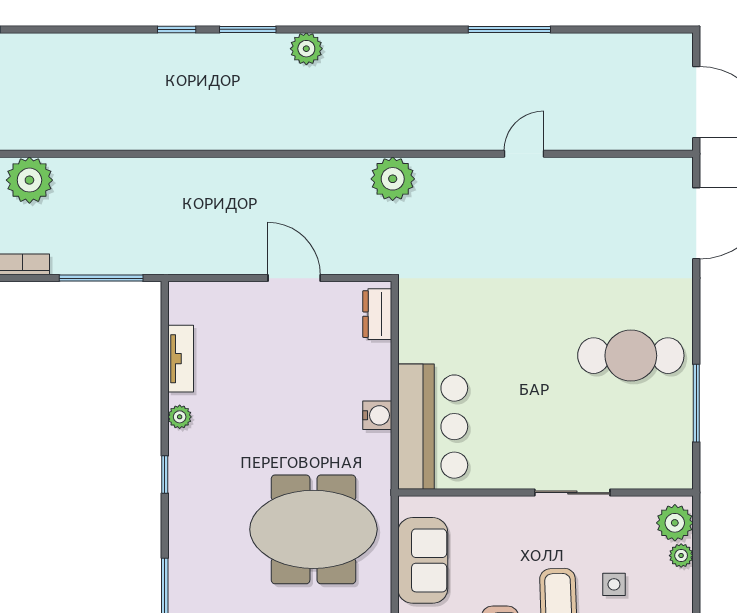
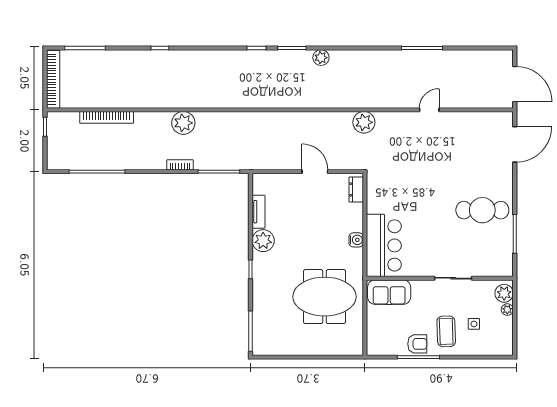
plant: (180, 417) -> (263, 241), width x1.87, depth x1.87
sofa: (423, 560) -> (389, 292), moved, turned 90

